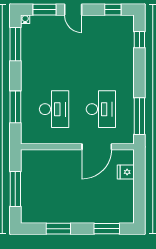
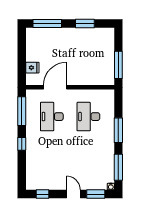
window: (139, 40) -> (22, 144), moved
window: (15, 107) -> (118, 130), moved
window: (15, 189) -> (118, 65), moved
window: (107, 229) -> (47, 24), width x1.44

